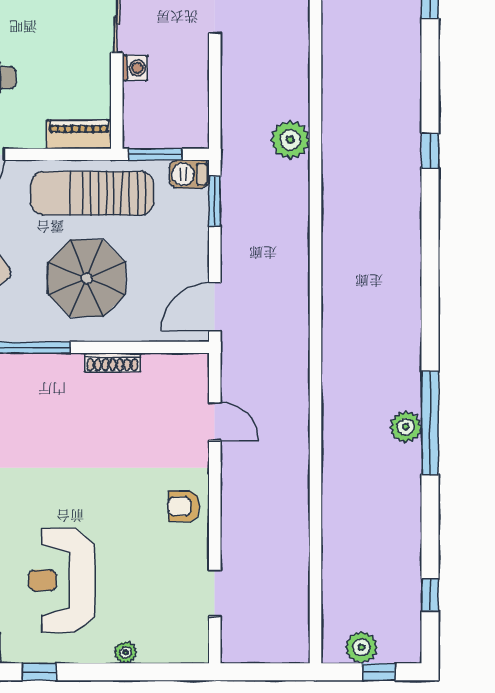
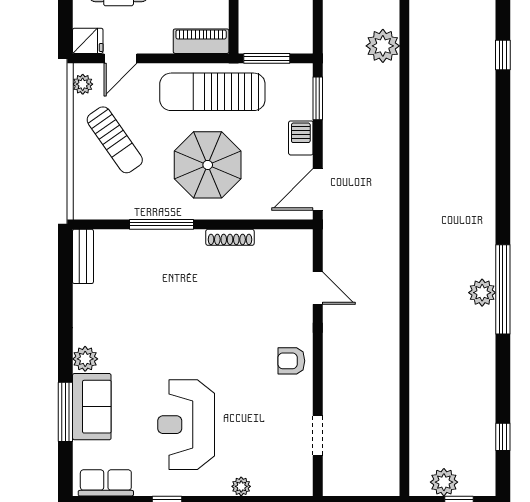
barbecue: (189, 174) -> (301, 138), moved, turned 90

